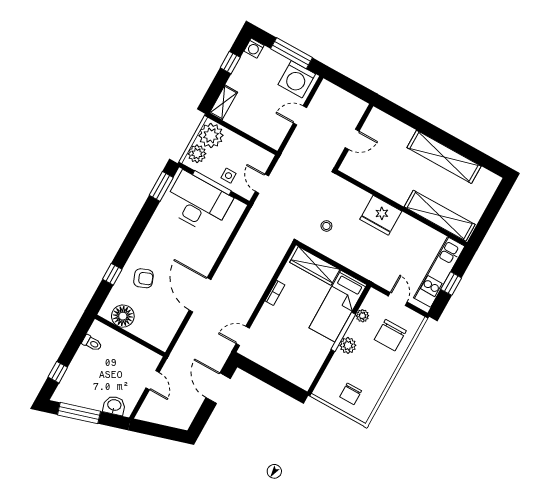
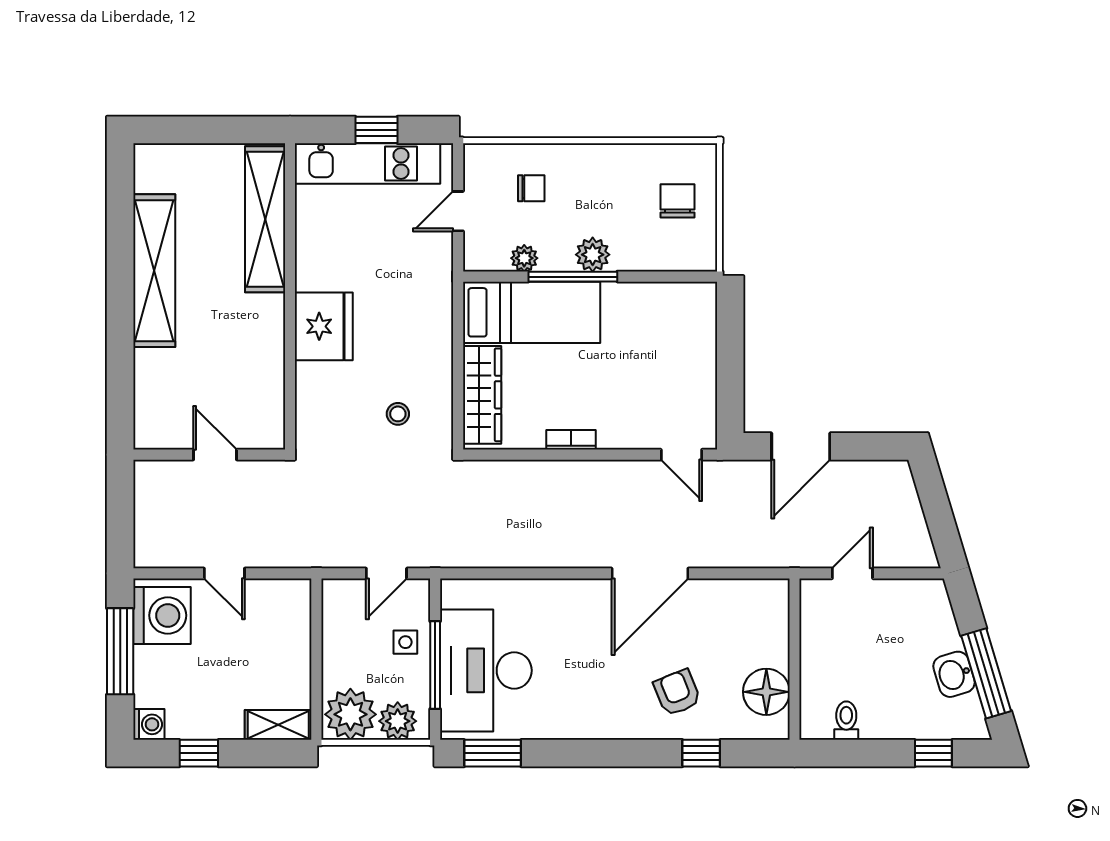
chair: (390, 335) -> (531, 188), width x0.54, depth x0.54
chair: (351, 394) -> (678, 201), turned -90
washbasin: (114, 405) -> (954, 674), moved

